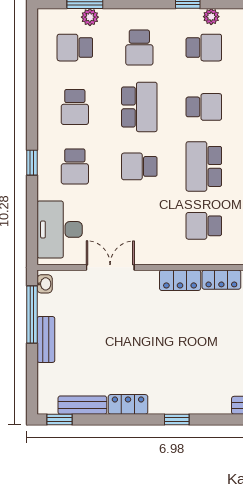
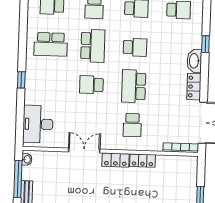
school desk: (75, 107) -> (51, 44), width x1.85
school desk: (75, 166) -> (49, 83), removed
school desk: (204, 226) -> (132, 125), turned -90
double door: (110, 267) -> (84, 151), moved

